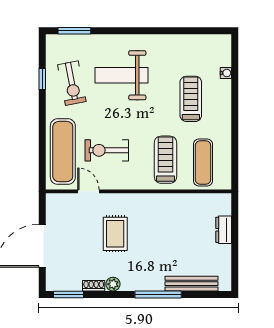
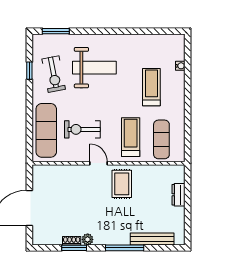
weight bench: (121, 75) -> (94, 68), turned 180
door: (88, 191) -> (98, 163), moved
rug: (115, 234) -> (122, 184), moved
window: (69, 294) -> (74, 248), moved

